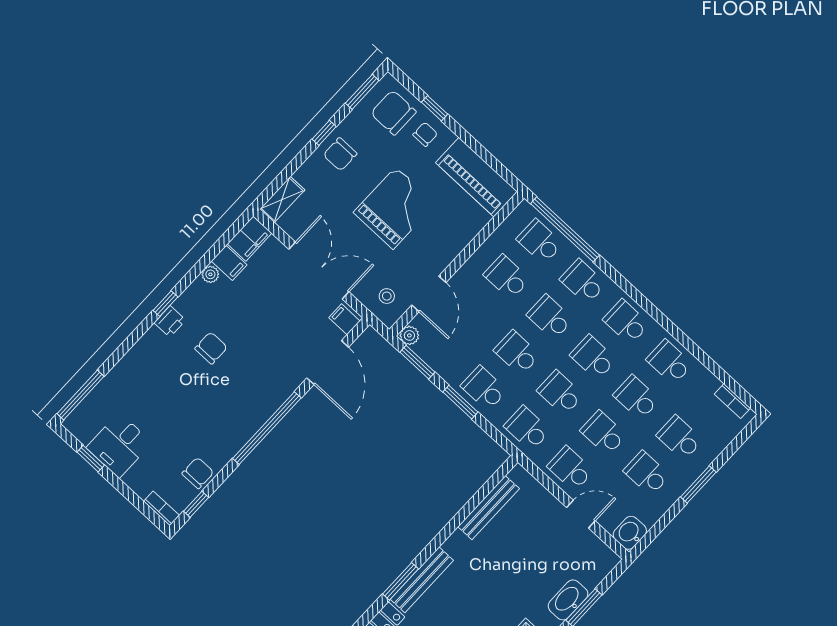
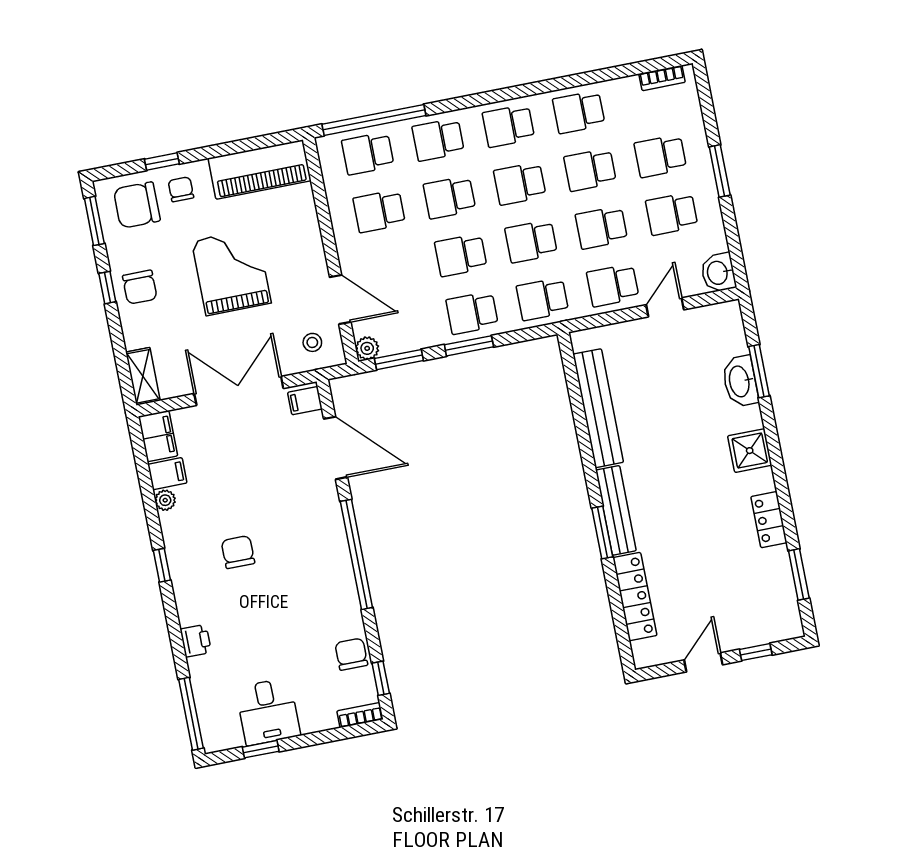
printer: (170, 321) -> (196, 641), moved
bench: (489, 508) -> (598, 408), width x1.37, depth x1.21

